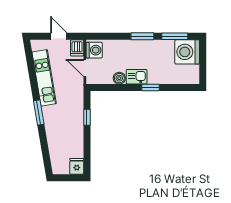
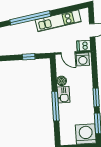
door: (85, 68) -> (68, 53), swing flipped
window: (150, 88) -> (56, 106), width x2.17
window: (39, 113) -> (30, 18), width x2.11

